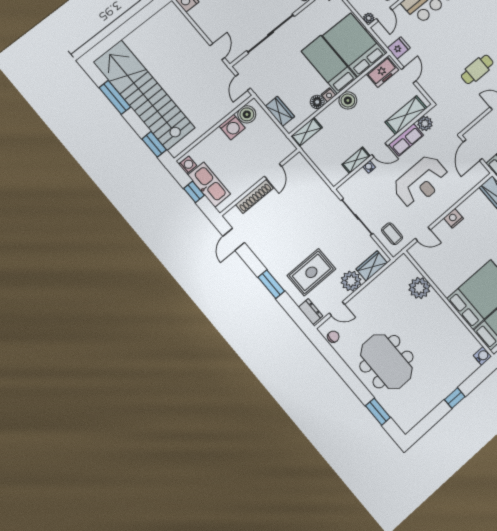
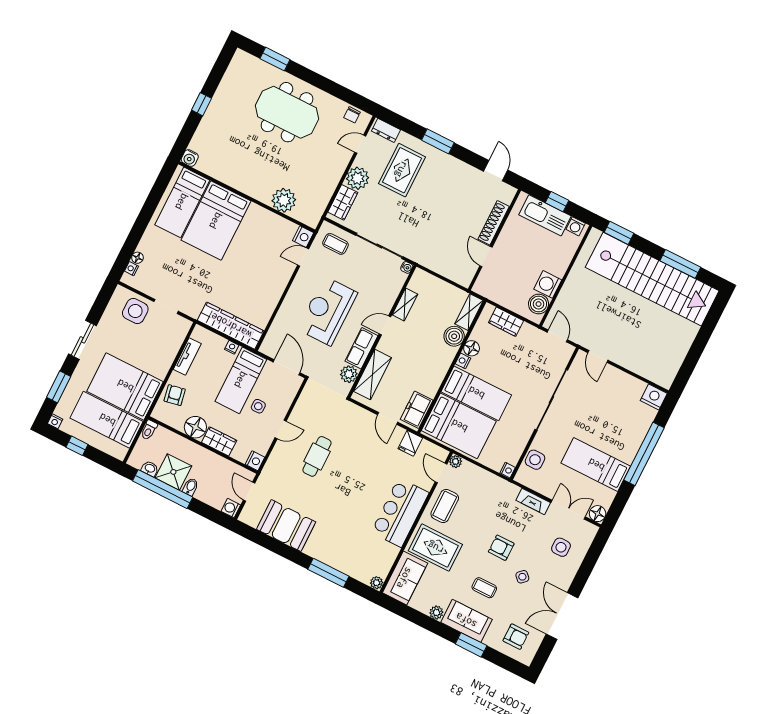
boiler: (348, 100) -> (454, 336), moved
water cooler: (369, 167) -> (407, 267), moved
nightstand: (453, 218) -> (303, 237), moved

